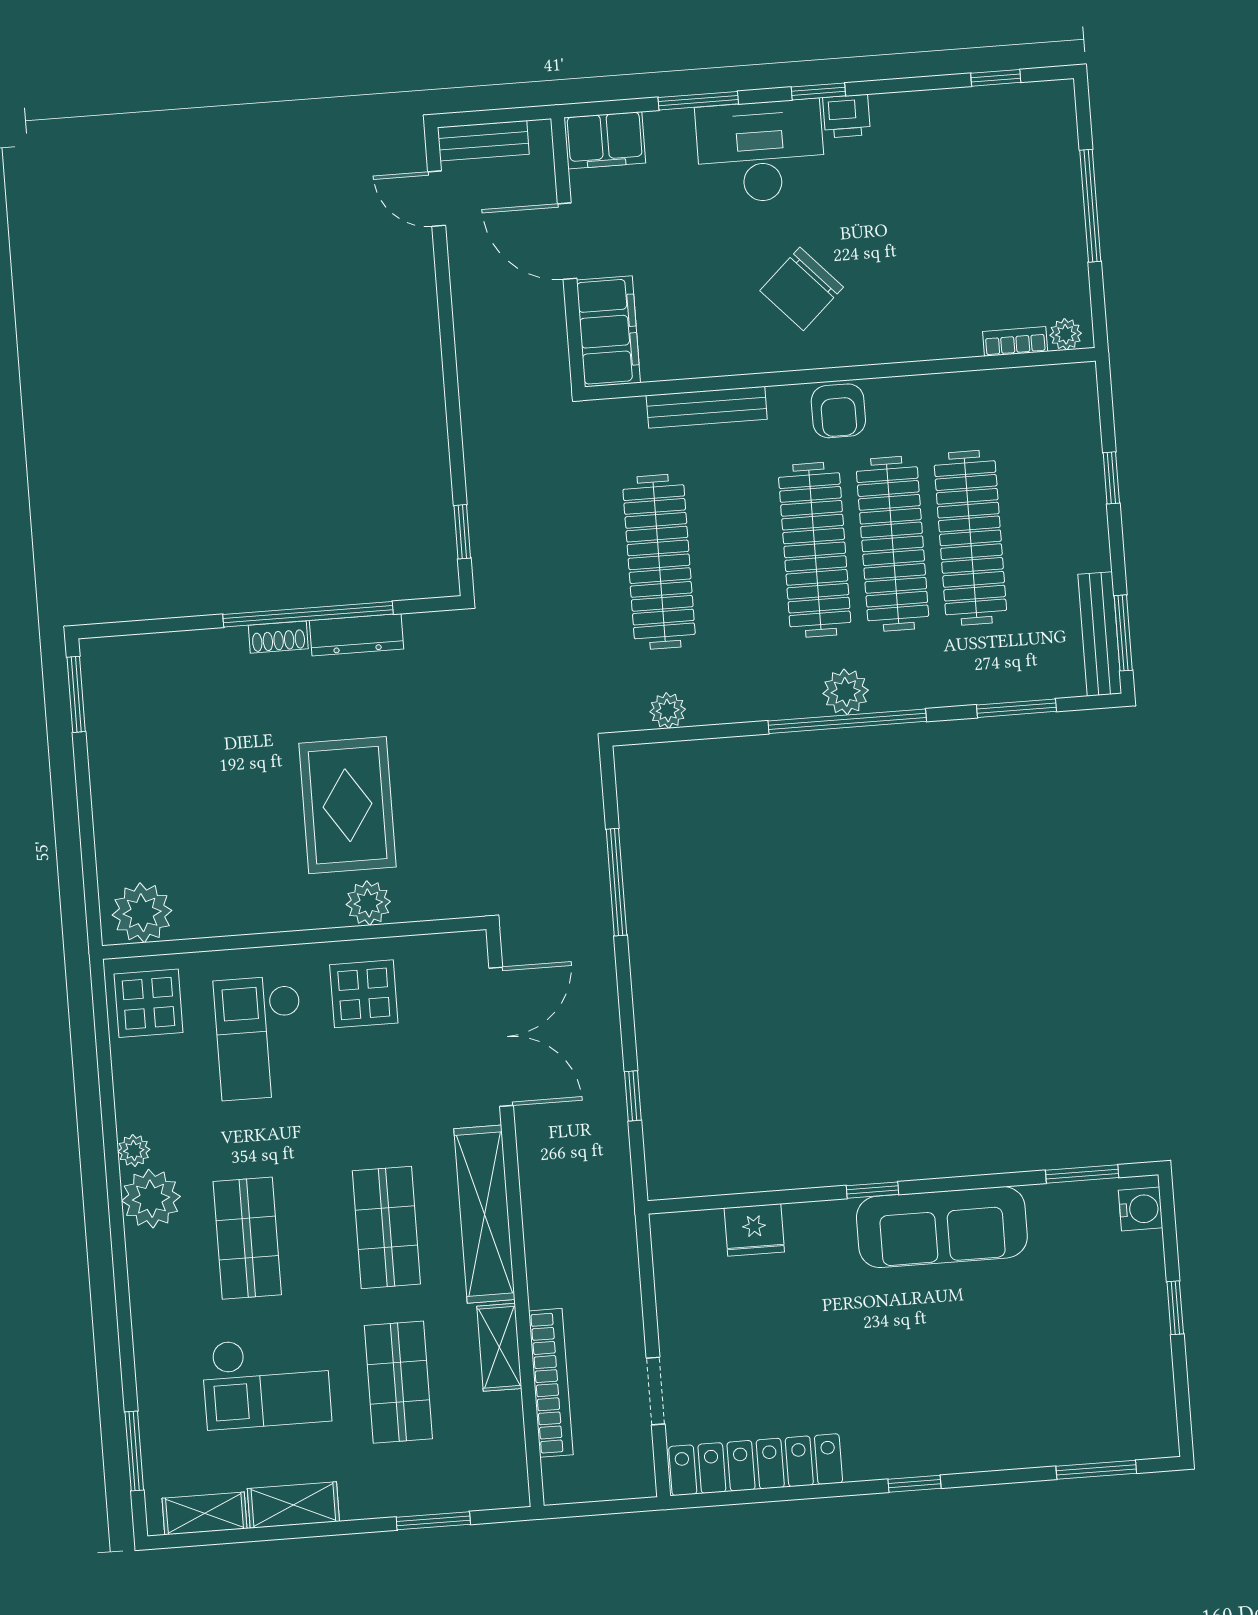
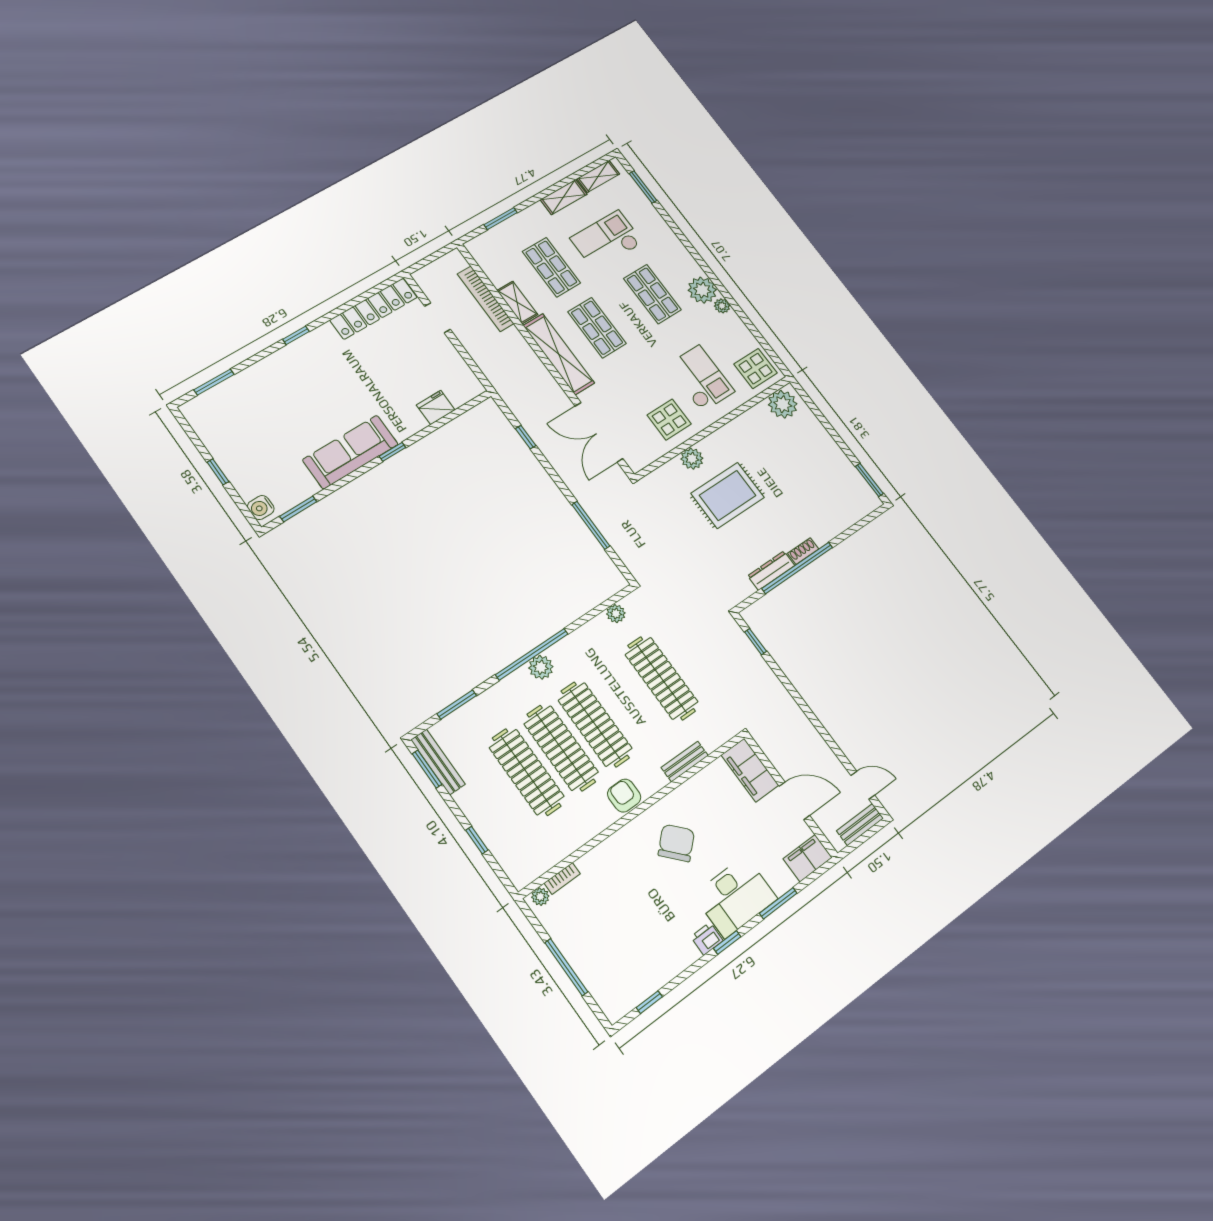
bench: (707, 407) -> (685, 761), width x0.73
rug: (348, 805) -> (728, 495), turned 90

